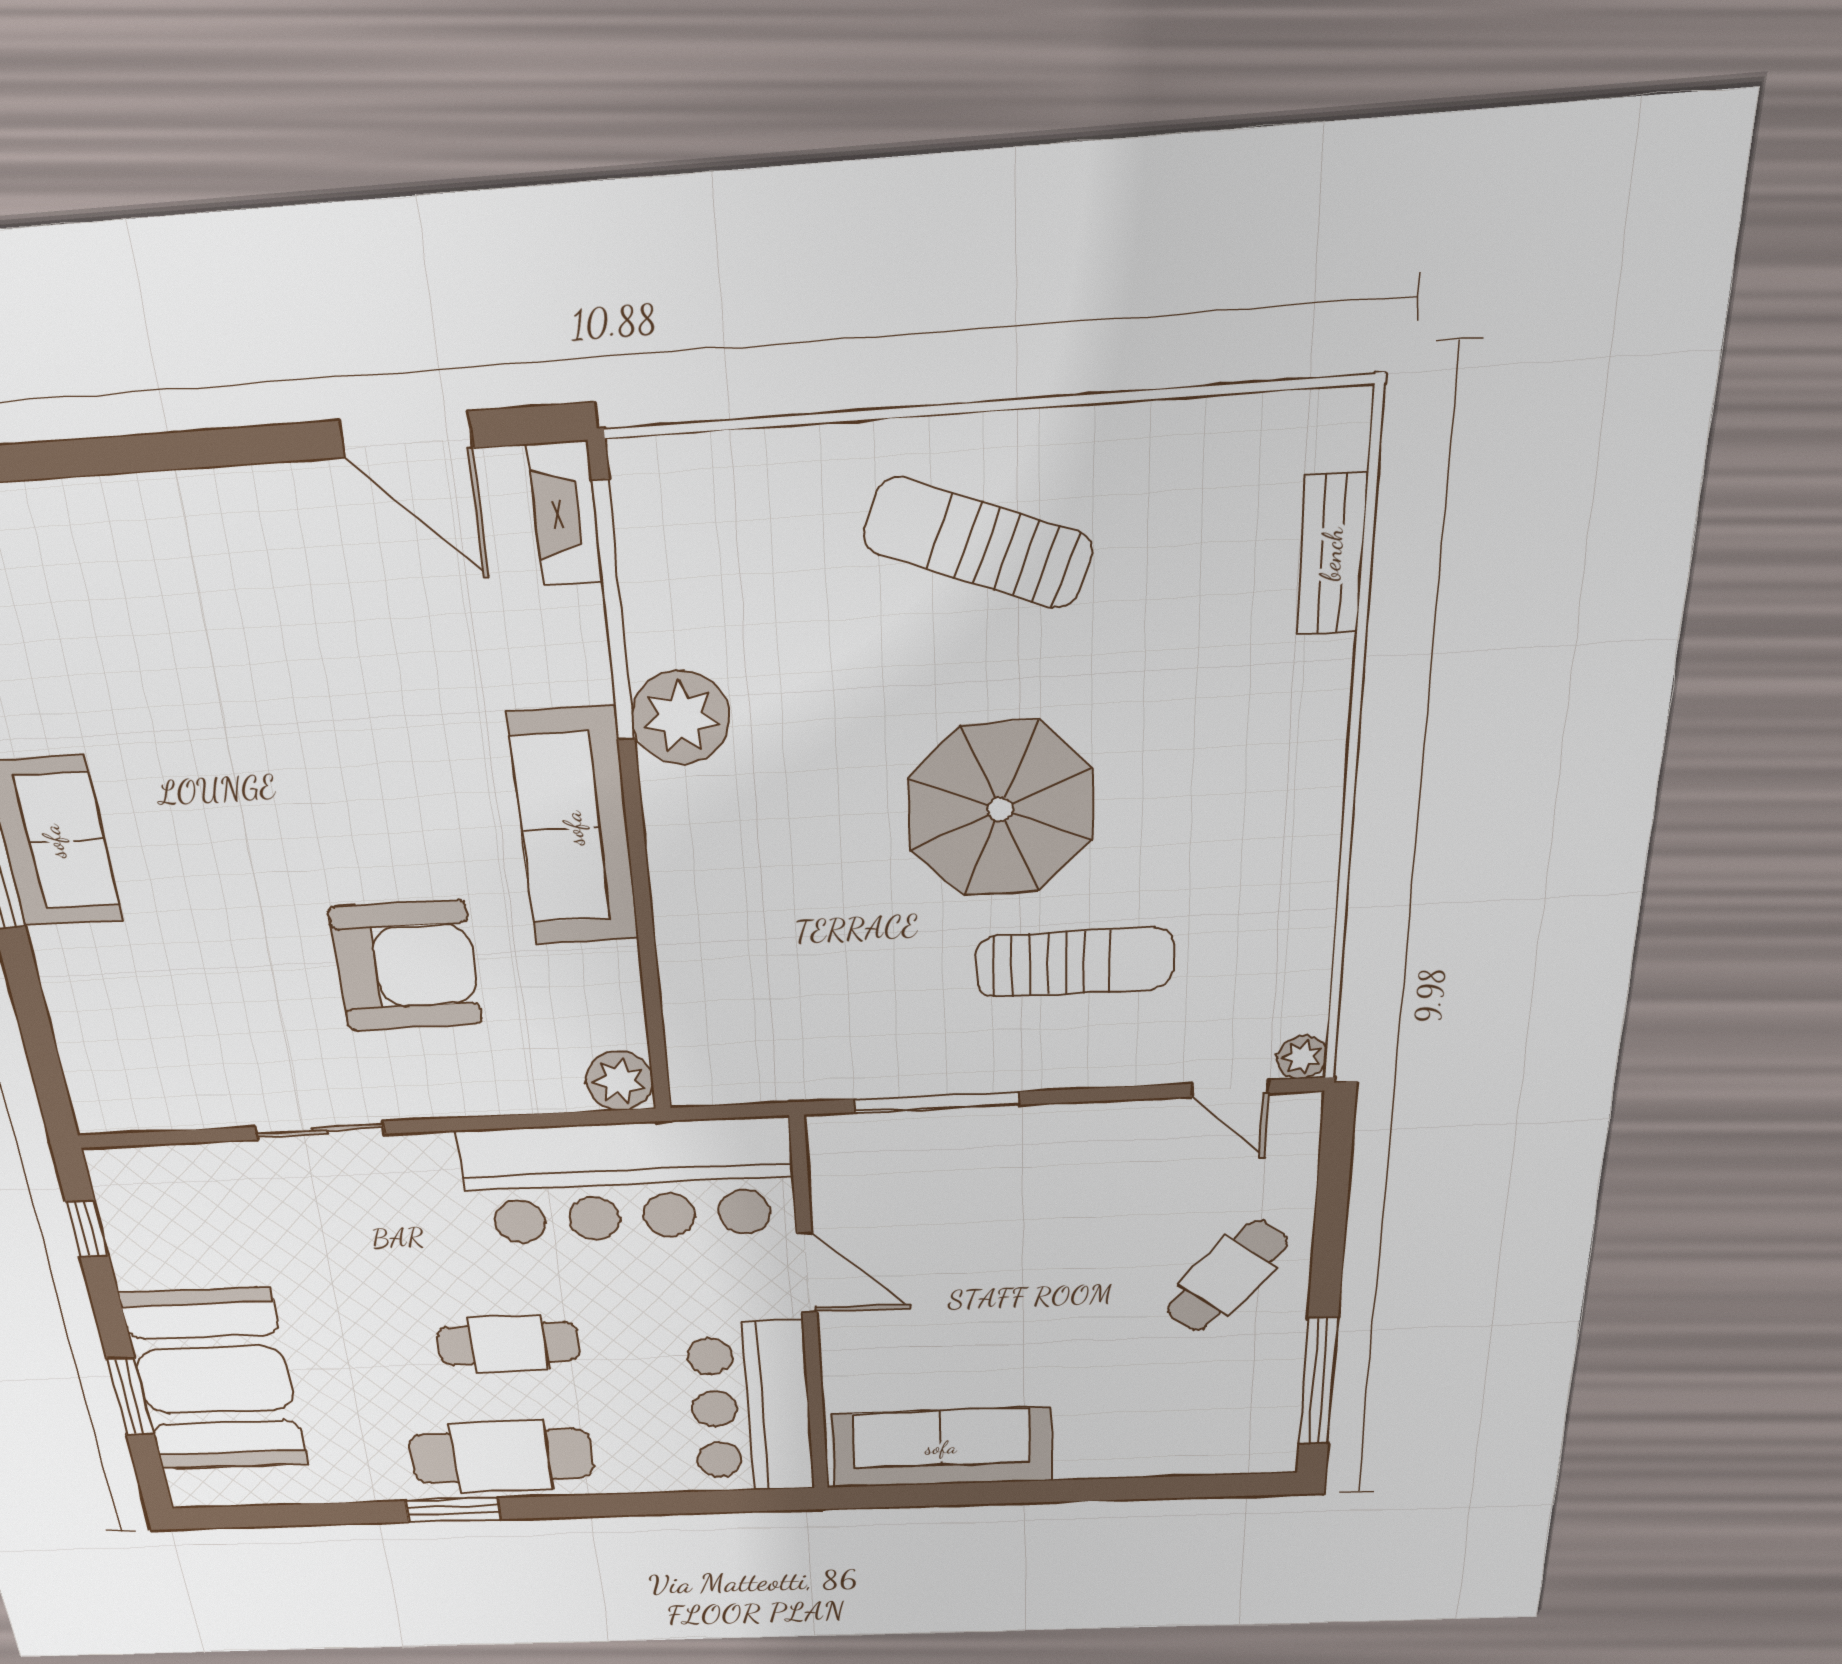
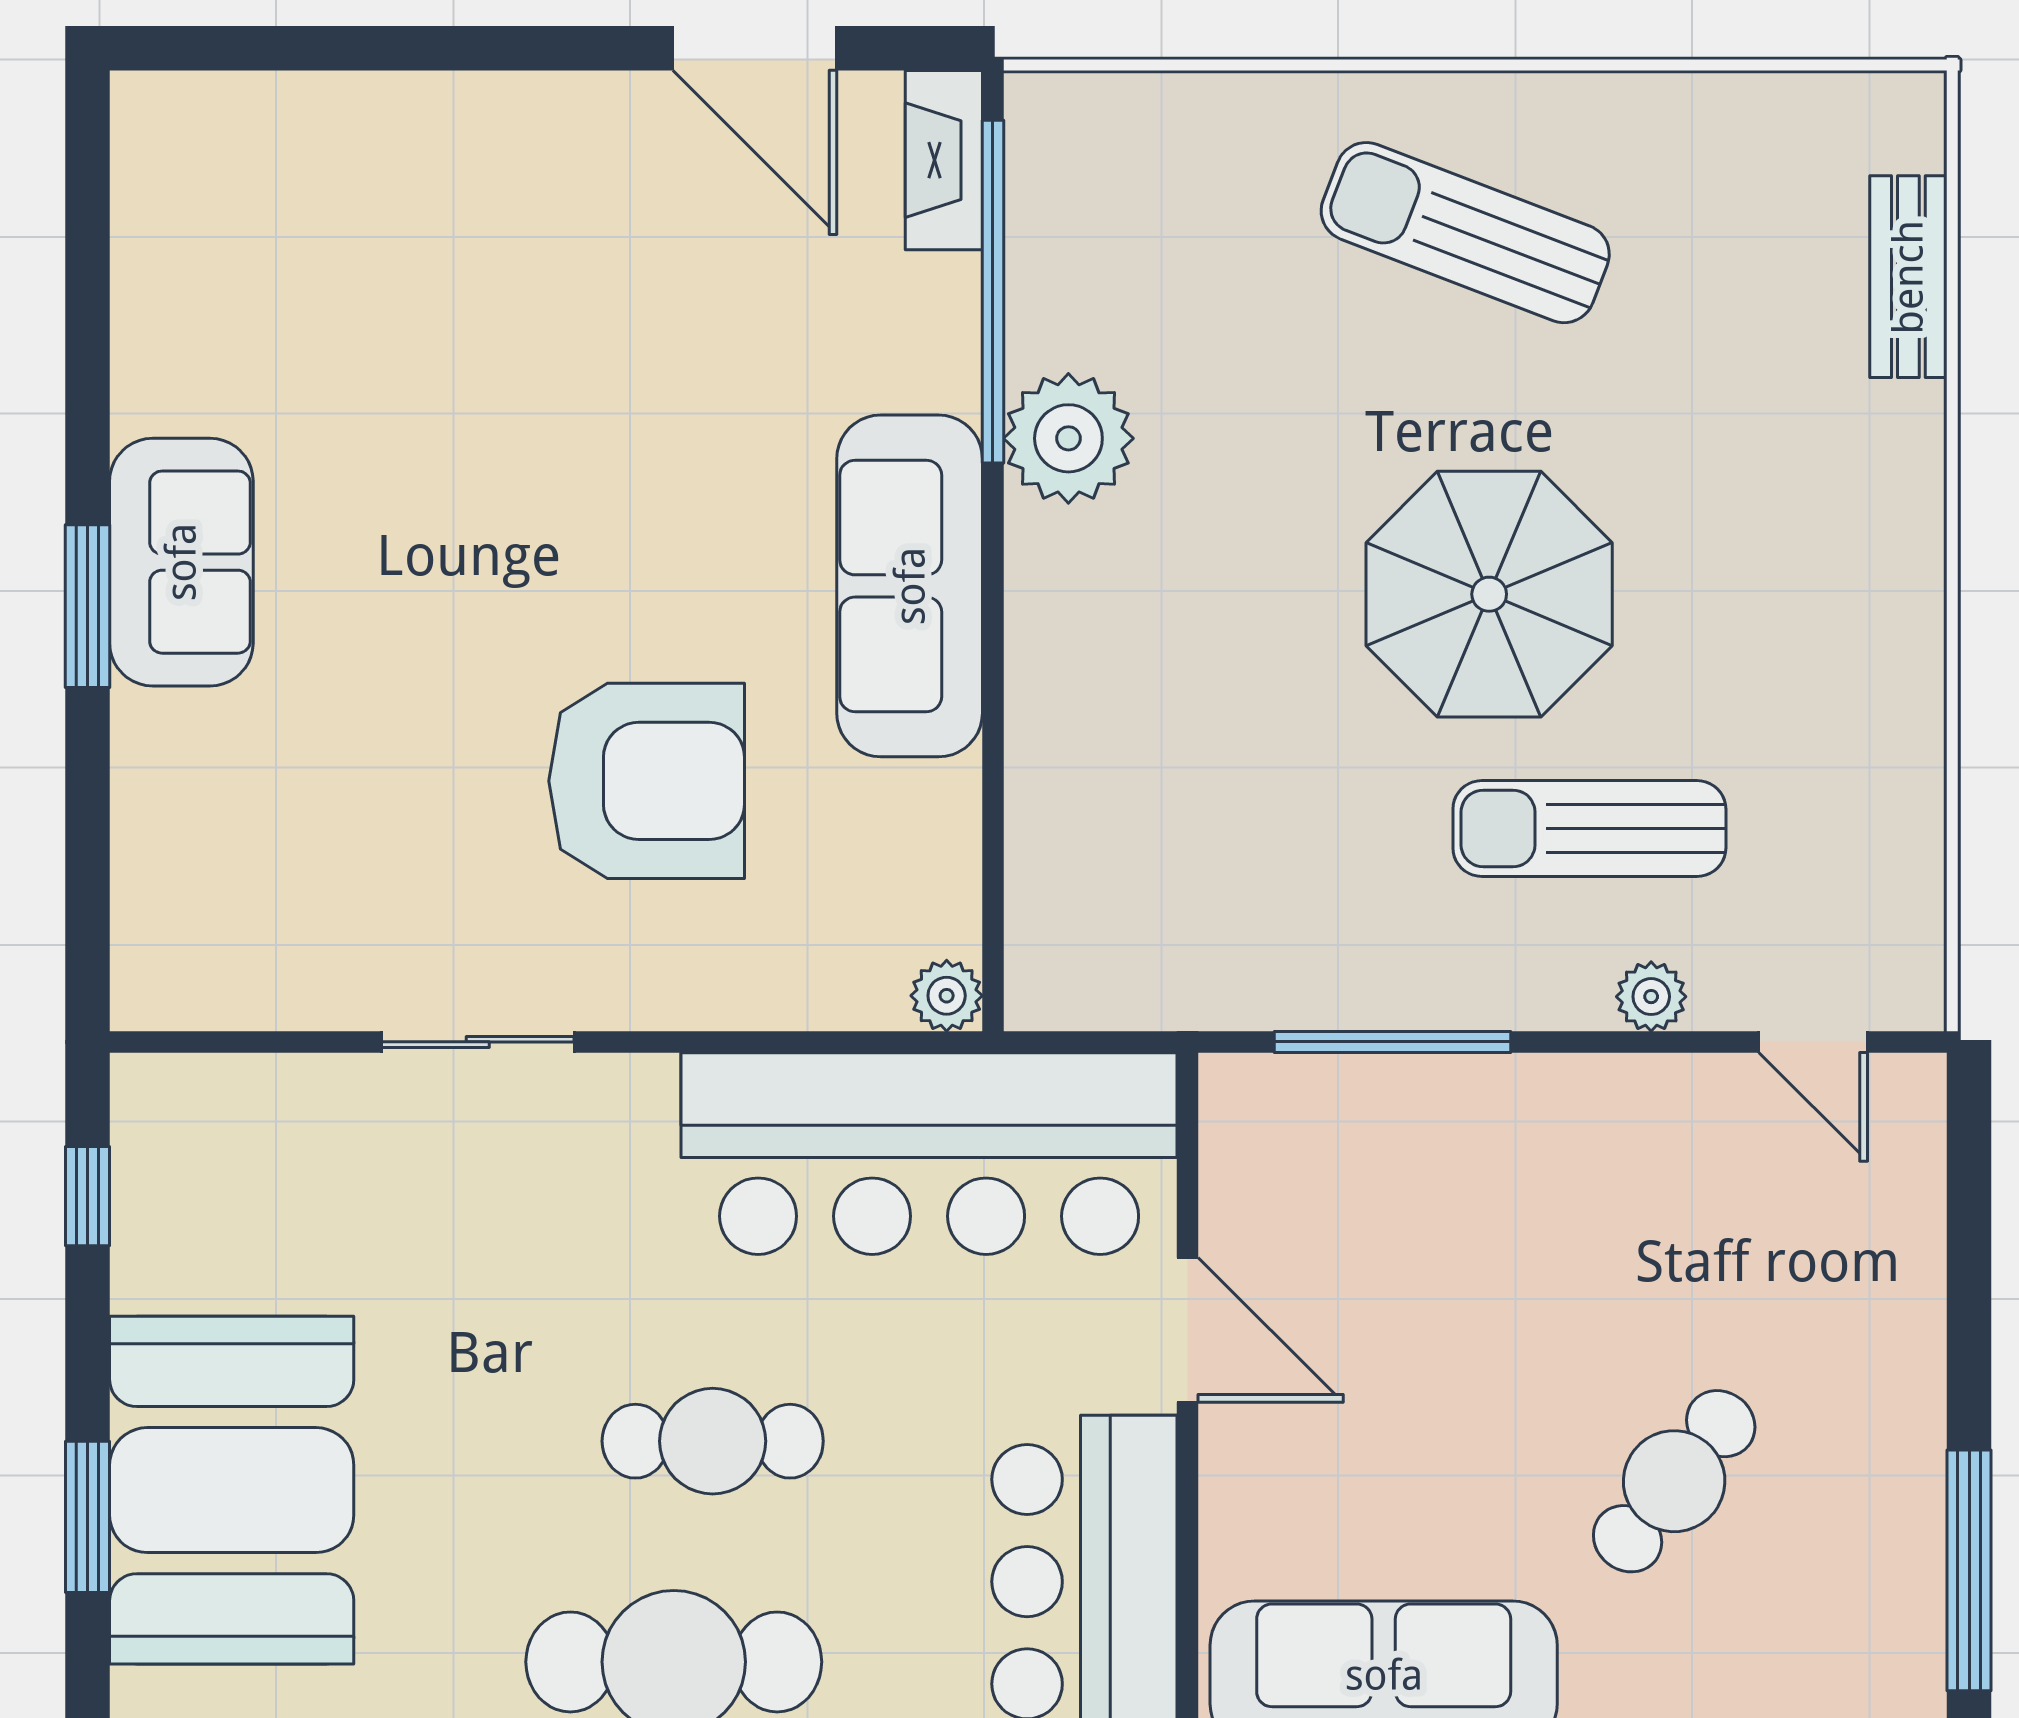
sun lounger: (1074, 962) -> (1589, 828), turned 180
plant: (1302, 1057) -> (1651, 997), moved
plant: (619, 1081) -> (947, 996), width x0.73, depth x0.73
cafe table: (1227, 1276) -> (1674, 1481), moved

